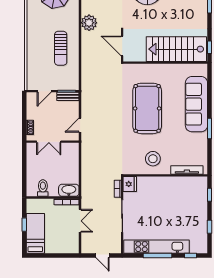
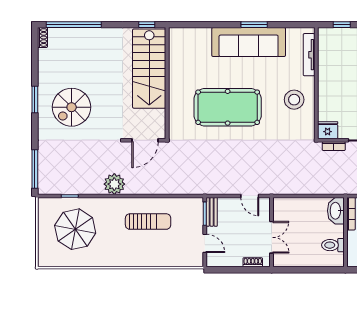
sofa: (196, 104) -> (249, 42), moved

